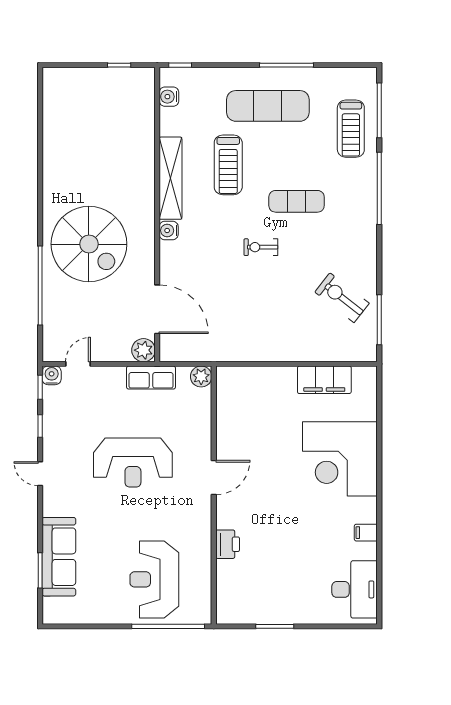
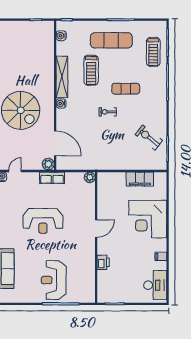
plant: (201, 377) -> (90, 177), moved
door: (214, 477) -> (96, 228), moved
wall: (214, 495) -> (96, 237), moved
printer: (228, 544) -> (103, 262), moved

